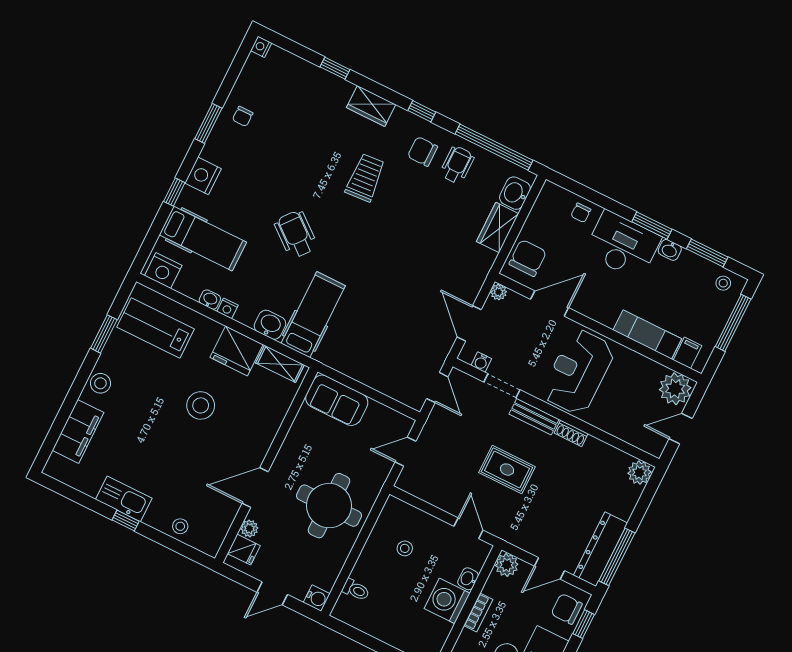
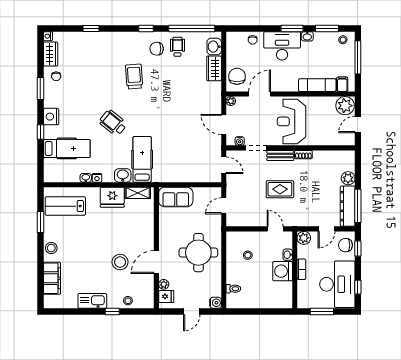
wardrobe: (371, 106) -> (51, 54), moved, turned -90
nightstand: (163, 271) -> (55, 175), removed
stool: (201, 405) -> (120, 262), moved
plant: (639, 473) -> (348, 178), moved
window: (126, 521) -> (112, 312), moved

